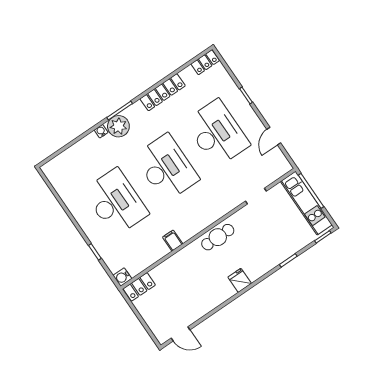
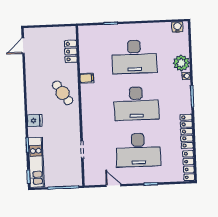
locker: (205, 62) -> (189, 166), width x1.53
plant: (118, 126) -> (181, 63), moved
kitchen unit: (306, 203) -> (36, 162), moved, turned 90
cafe table: (218, 237) -> (63, 93), moved, turned -34
water cooler: (122, 277) -> (177, 27), moved
fridge: (240, 280) -> (35, 121), moved
locker: (139, 287) -> (71, 52), moved

